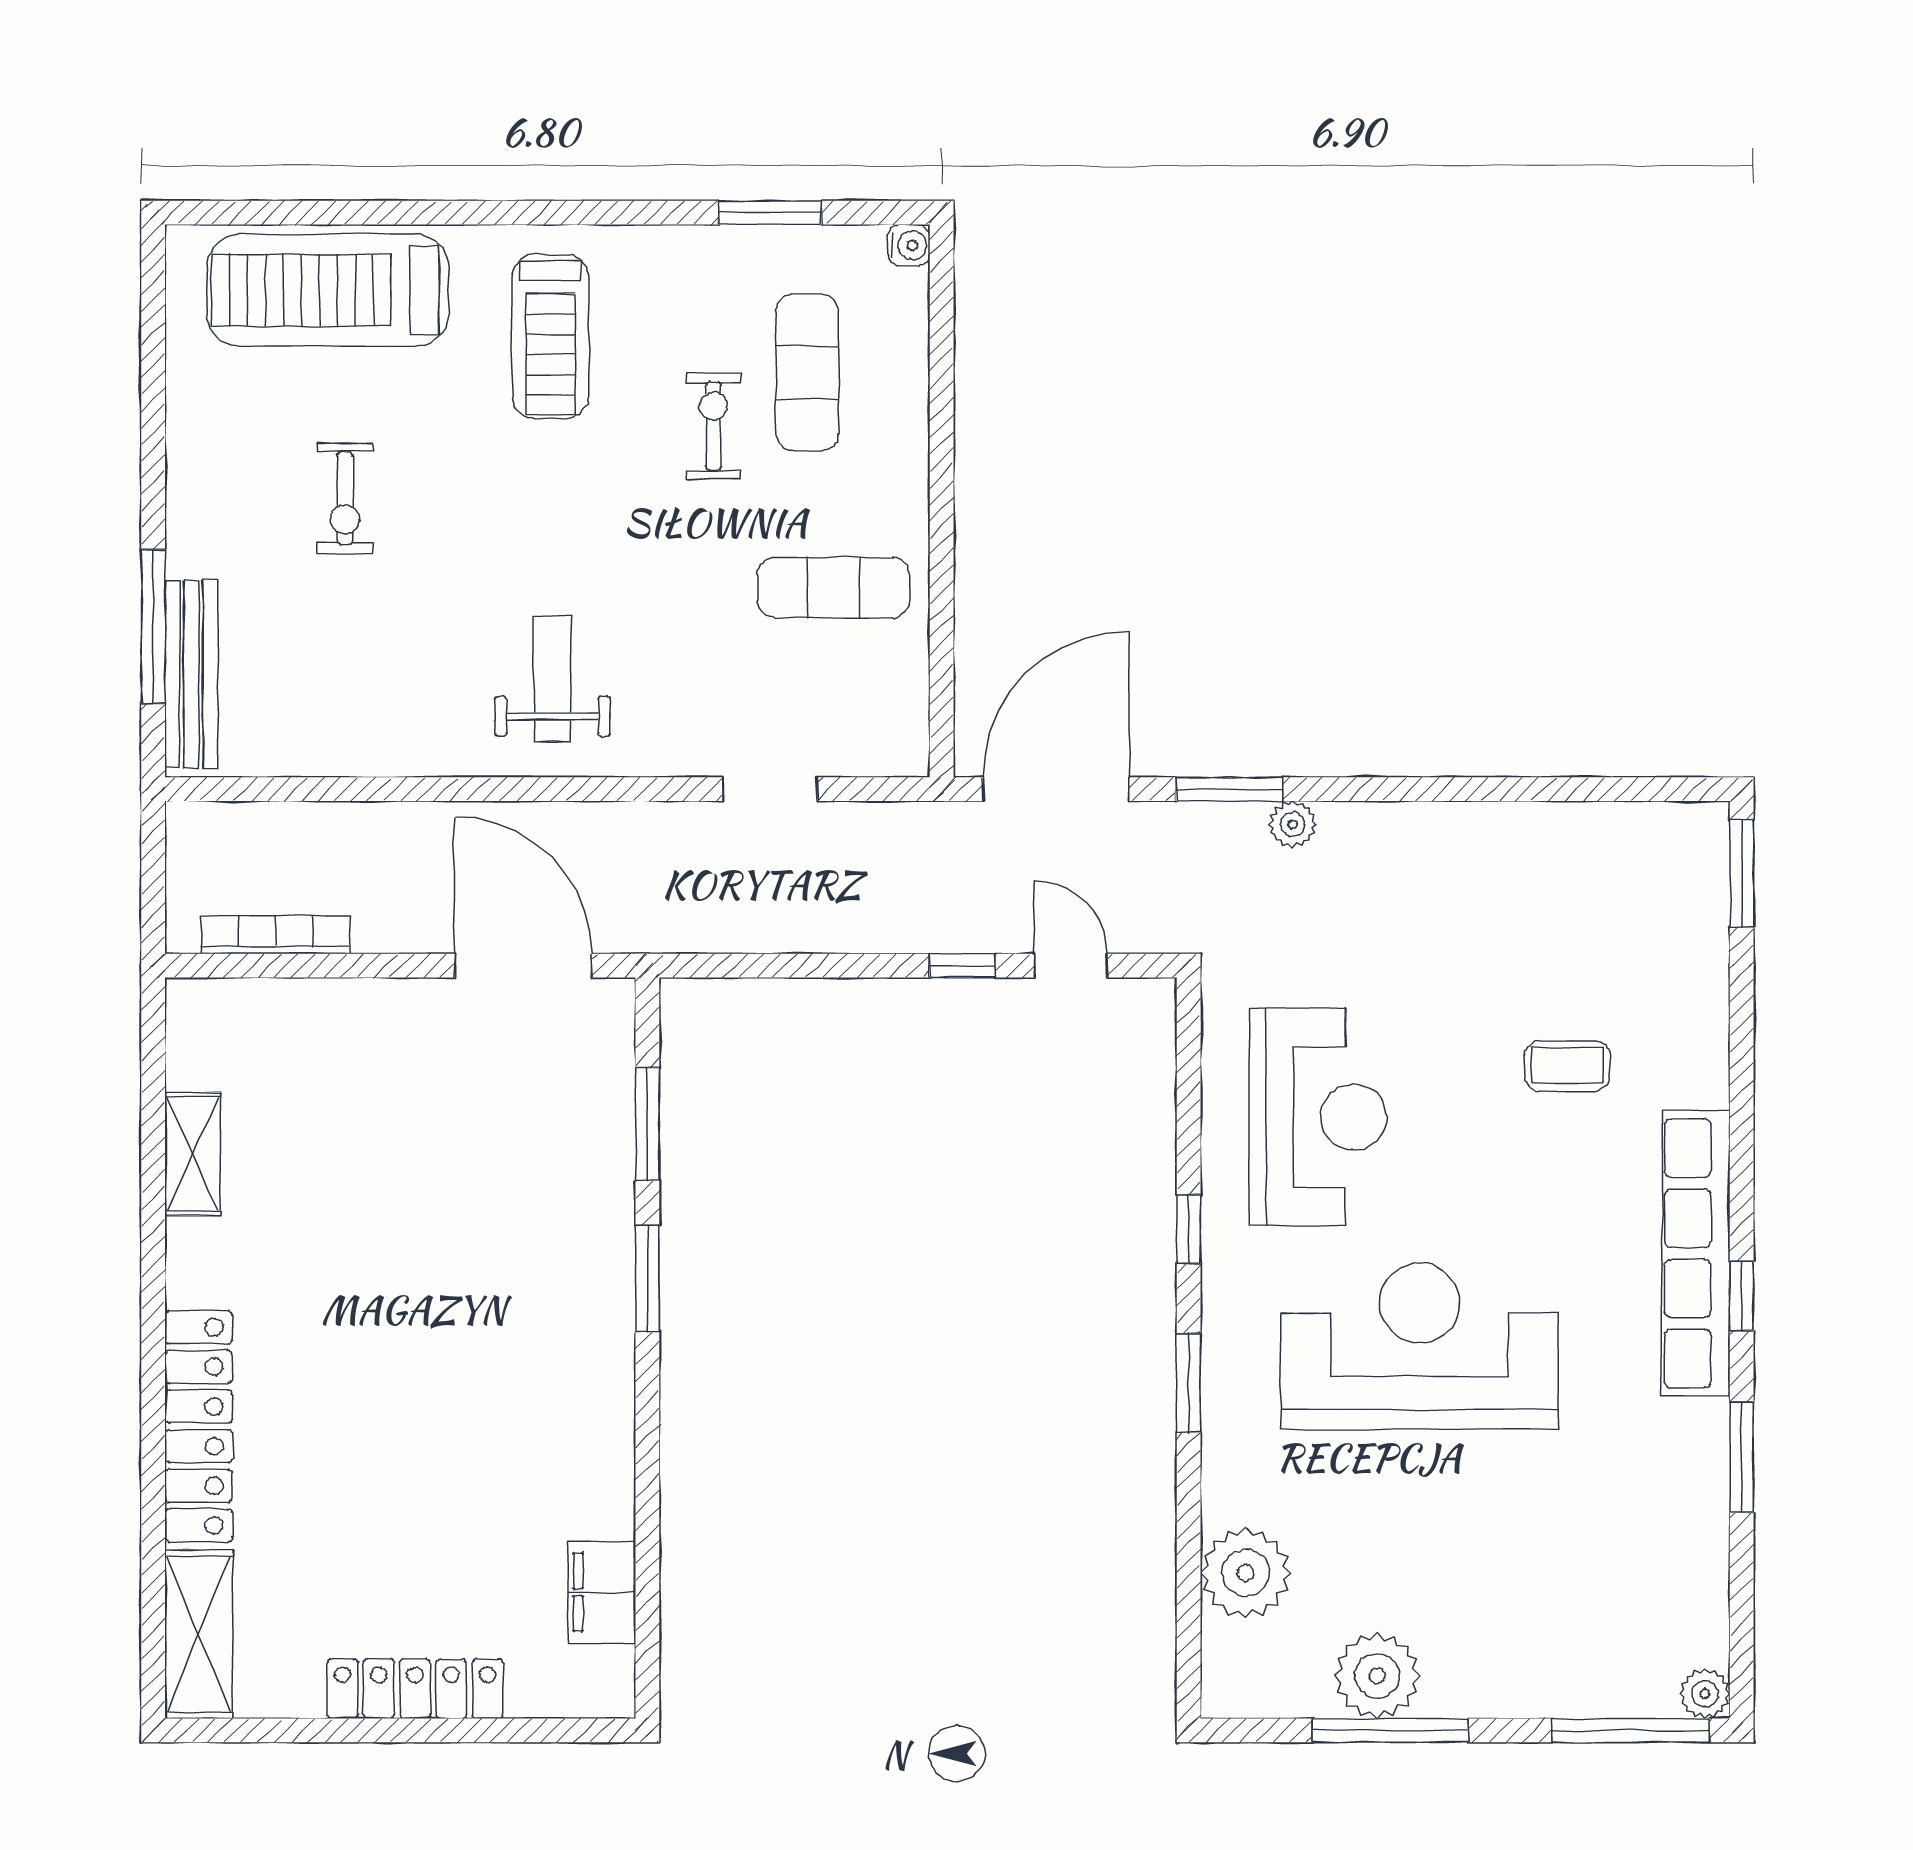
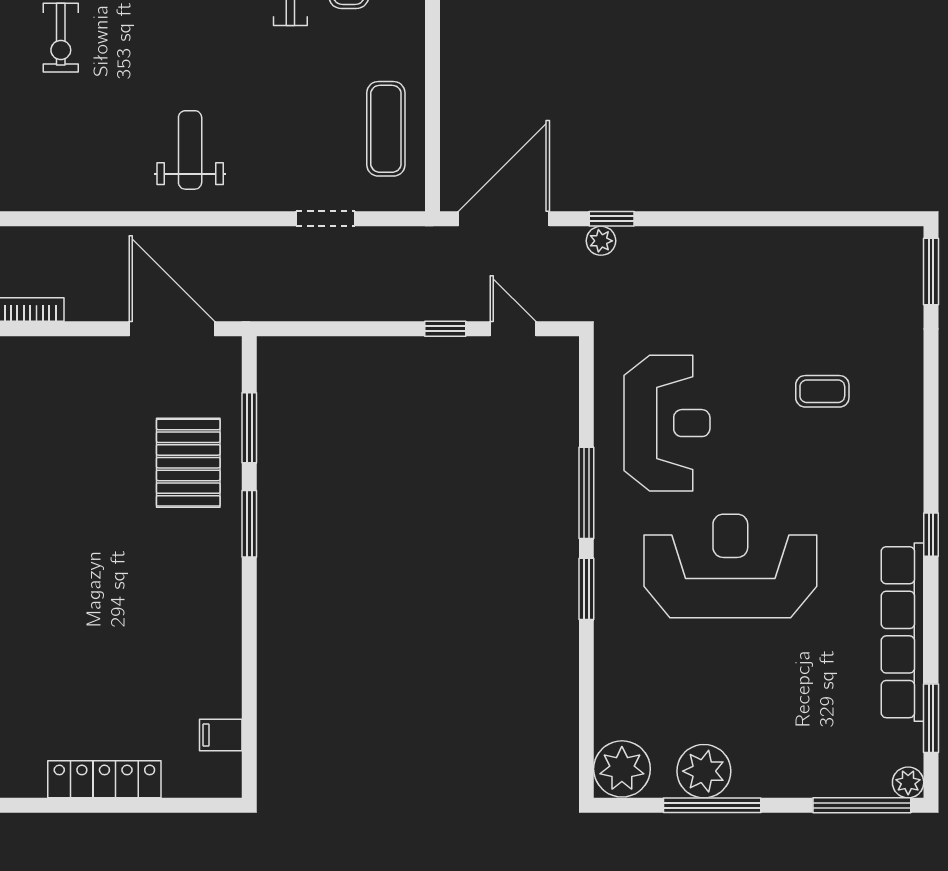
exercise mat: (834, 588) -> (386, 129), moved, turned 90
window: (1229, 789) -> (612, 219), width x0.67
plant: (1293, 824) -> (601, 241), moved
pallet: (550, 1180) -> (188, 463), added
window: (1189, 1229) -> (586, 493), width x2.17
row of seats: (1696, 1253) -> (902, 632), moved
window: (1742, 1457) -> (931, 718), moved
plant: (1246, 1573) -> (622, 769), moved
filing cabinet: (602, 1592) -> (221, 735), width x0.50

